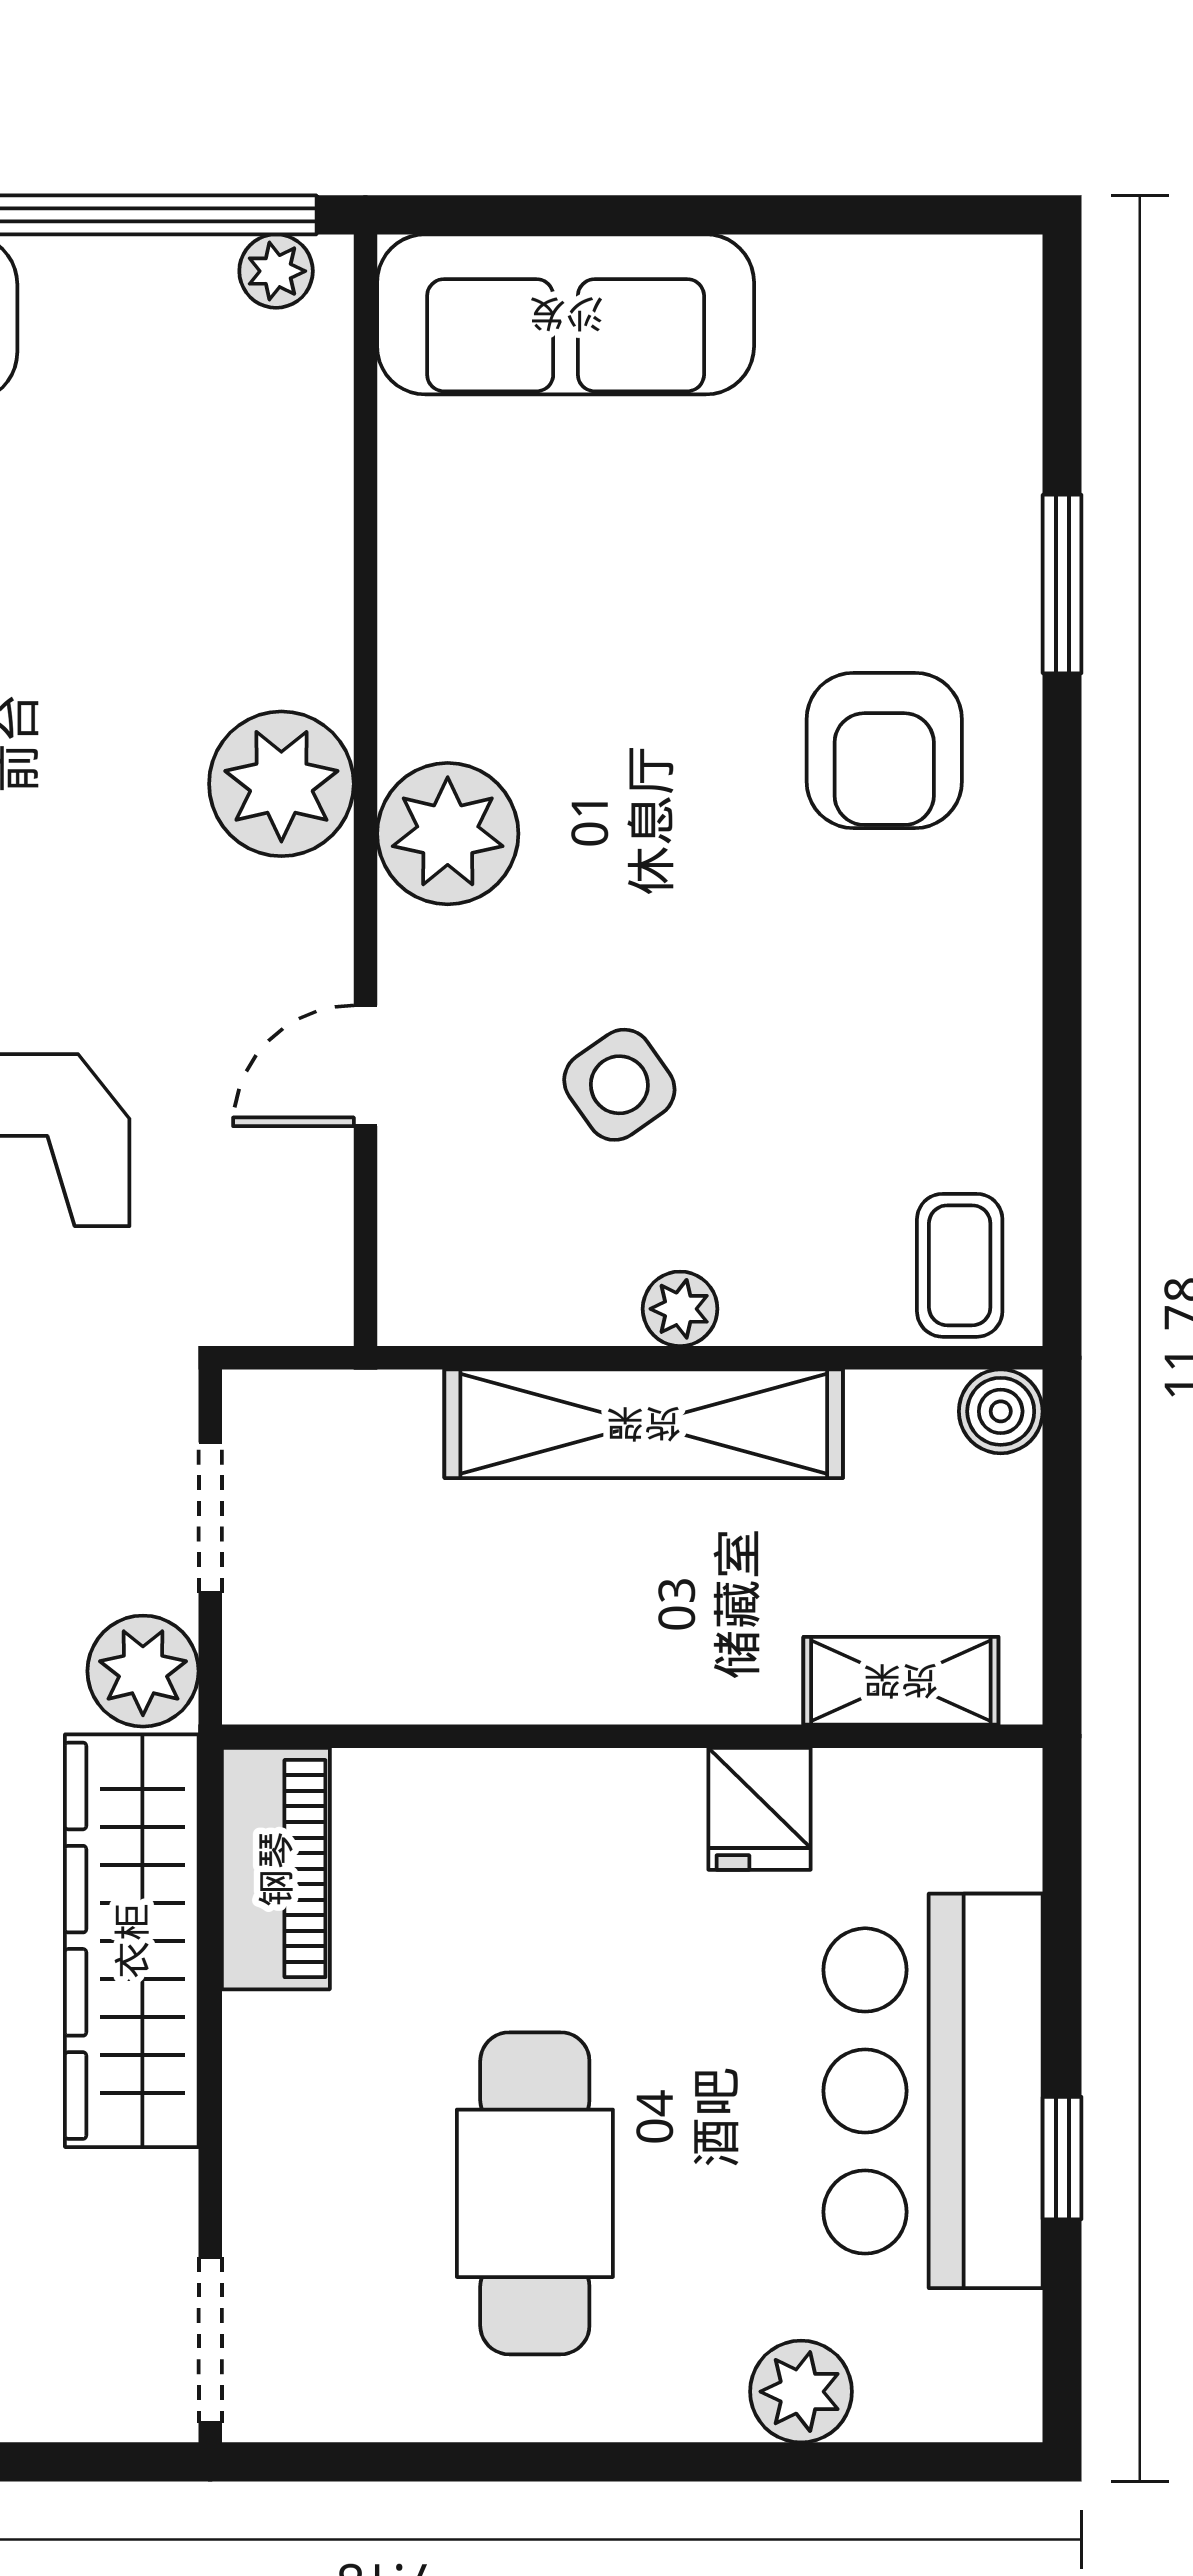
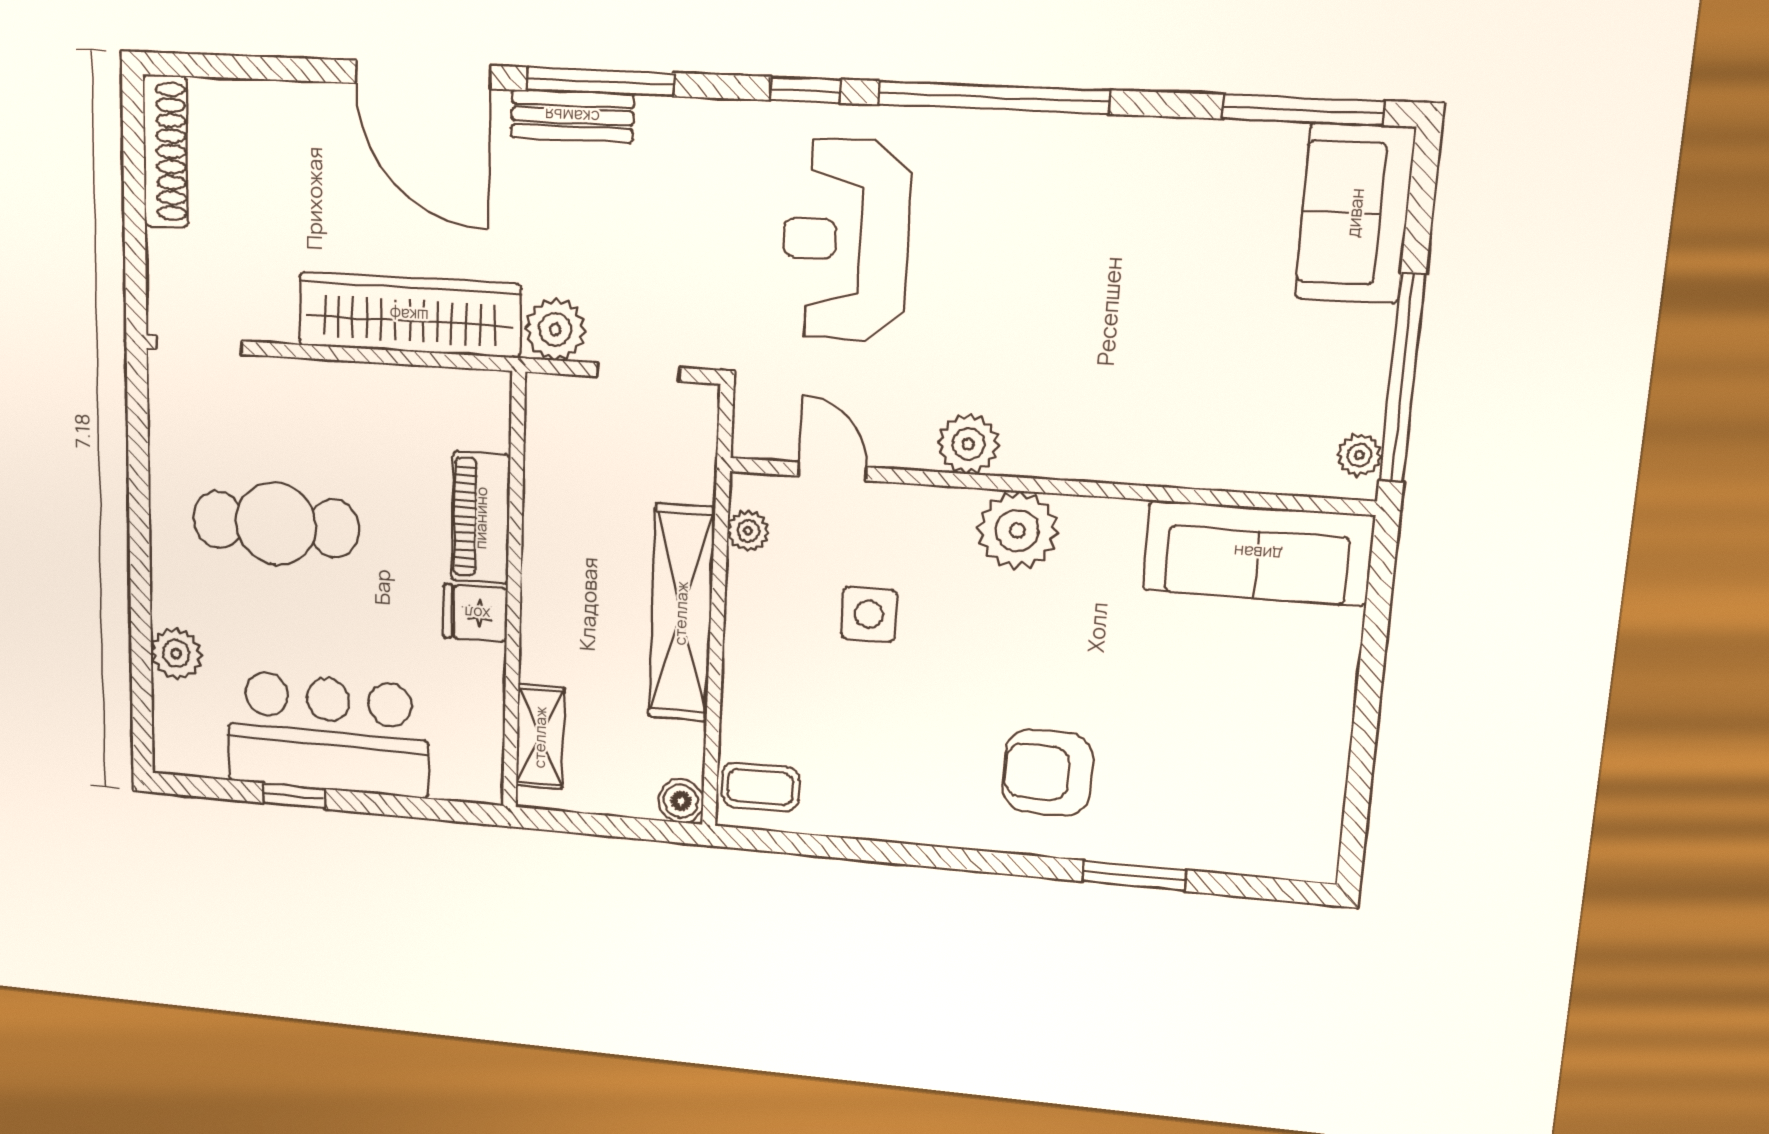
sofa: (566, 314) -> (1258, 553), moved, turned -90
plant: (281, 784) -> (968, 444), moved, width x0.73, depth x0.73
door: (365, 1066) -> (832, 471), moved
side table: (619, 1085) -> (869, 614), turned 35
plant: (680, 1309) -> (748, 531), moved
fridge: (759, 1809) -> (475, 613), moved
piano: (276, 1869) -> (481, 518), moved, turned 90

